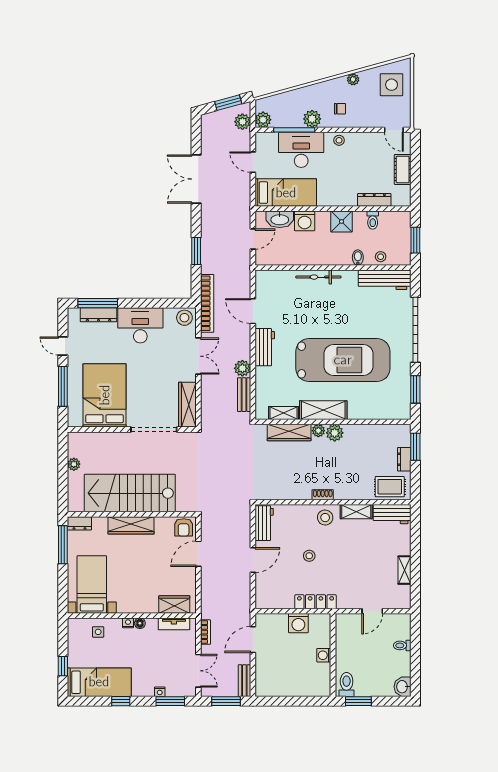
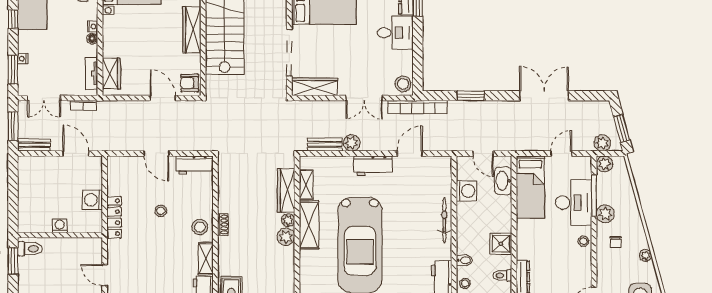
washing machine: (305, 221) -> (466, 191), moved, turned 180
desk: (140, 325) -> (395, 33), width x0.73

